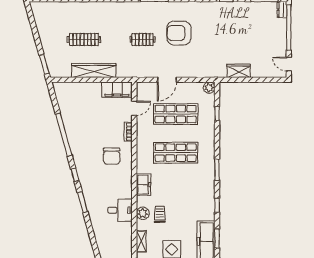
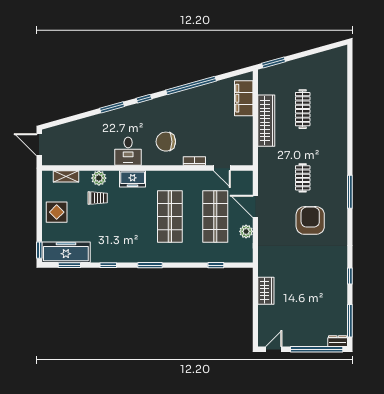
plant: (209, 88) -> (246, 231), moved
filing cabinet: (117, 90) -> (244, 98), moved
desk: (120, 210) -> (128, 151), moved

